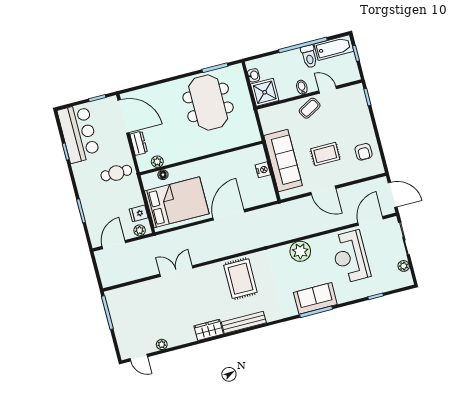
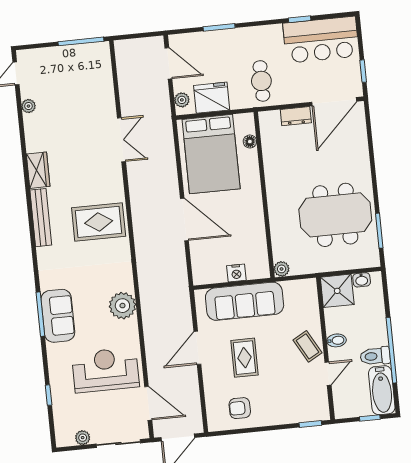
plant: (157, 162) -> (282, 269), moved
fridge: (139, 213) -> (212, 98), width x1.88, depth x1.34

